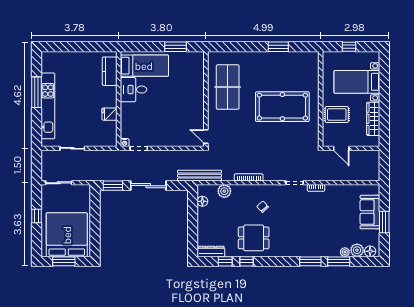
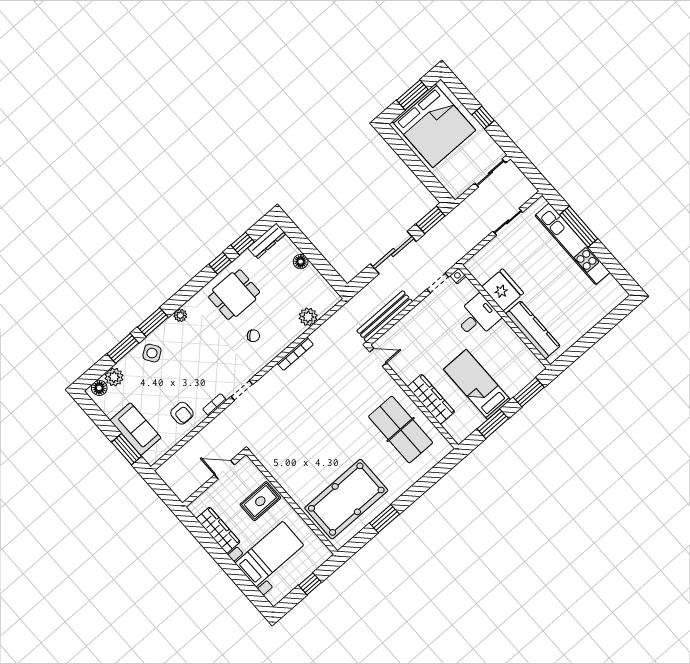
window: (141, 47) -> (529, 392), added
bed: (144, 66) -> (477, 384), moved, turned 90
kitchen counter: (110, 71) -> (533, 330), width x1.50
wardrobe: (197, 89) -> (431, 399), added
desk: (133, 90) -> (477, 317), moved
window: (36, 92) -> (579, 227), moved
pool table: (282, 107) -> (346, 499), moved
fridge: (109, 114) -> (503, 290), width x1.88, depth x1.34
bench: (199, 176) -> (385, 316), moved
armchair: (338, 199) -> (182, 413), added
floor lamp: (202, 201) -> (301, 262), moved
window: (384, 222) -> (127, 449), moved
side table: (325, 245) -> (152, 353), added
plant: (345, 252) -> (180, 315), moved

